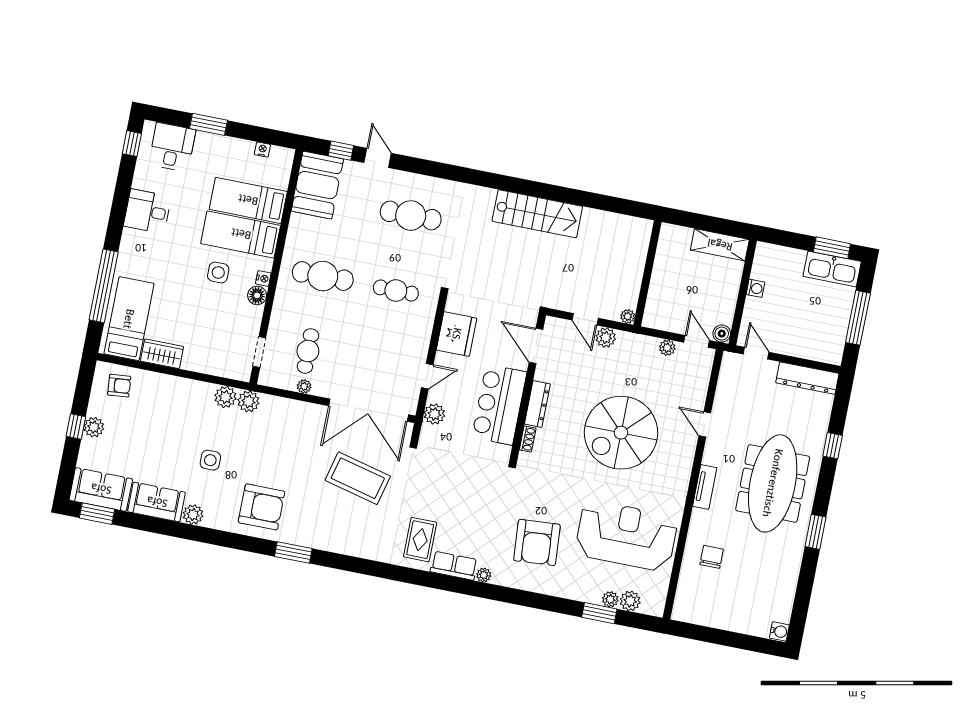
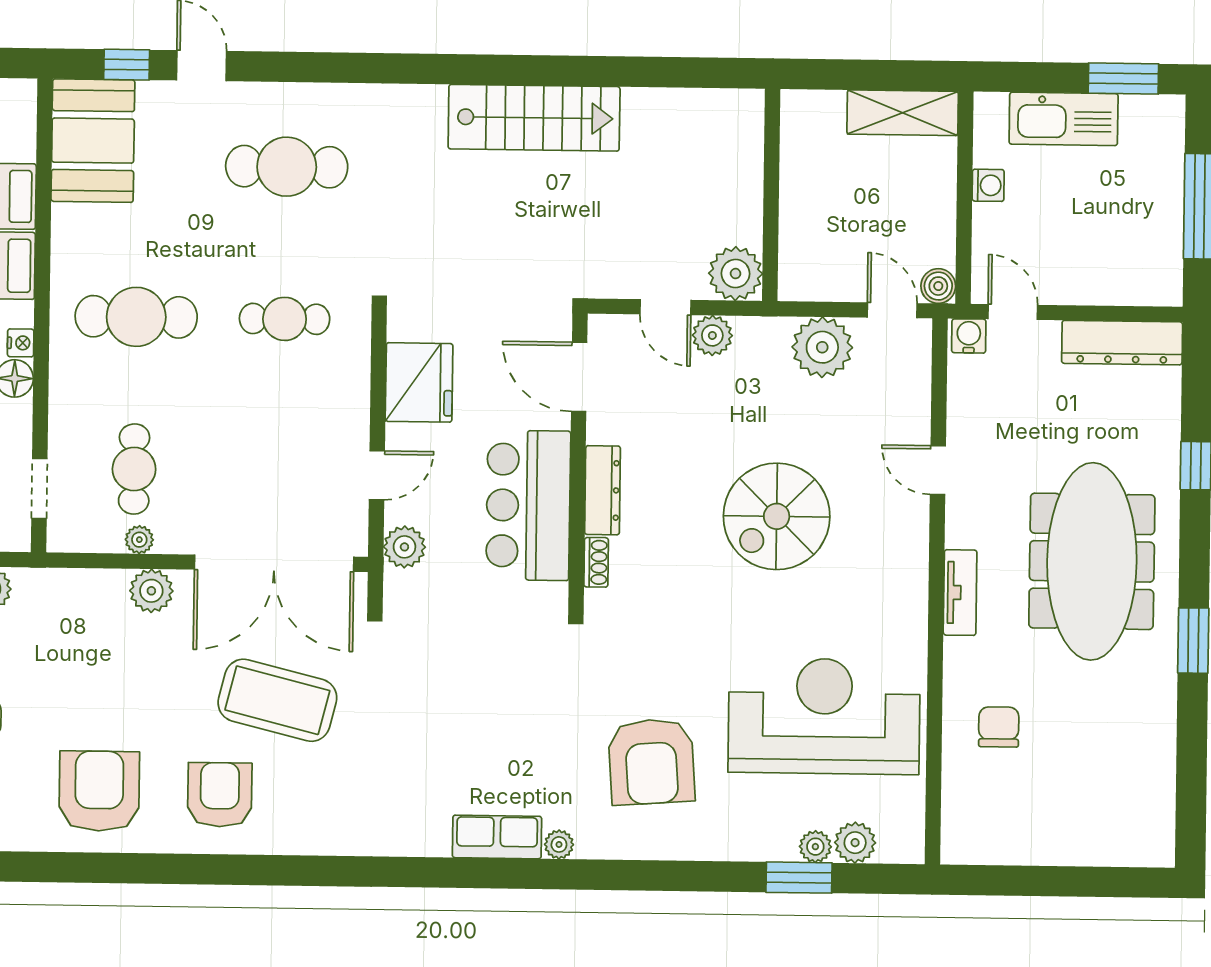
kitchen sink: (832, 269) -> (1064, 119), moved
plant: (628, 316) -> (736, 274), width x1.87, depth x1.87
plant: (667, 348) -> (822, 347), width x1.87, depth x1.87
plant: (248, 401) -> (151, 591), moved
spiral stairs: (621, 433) -> (777, 516), width x0.73, depth x0.73
armchair: (261, 507) -> (99, 791), turned -90
armchair: (321, 520) -> (220, 795), added
rug: (420, 540) -> (422, 798), removed
window: (293, 553) -> (178, 869), removed
water cooler: (779, 631) -> (969, 336), moved, turned -90

